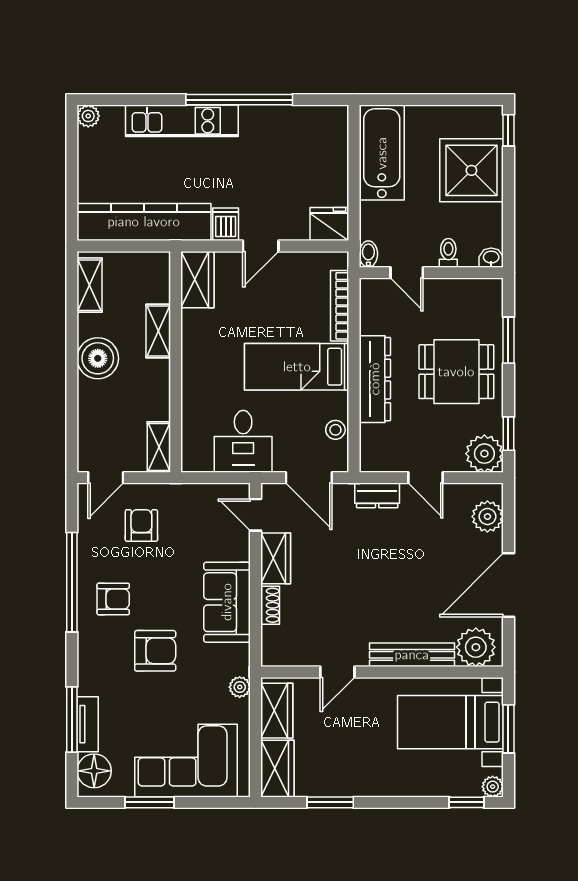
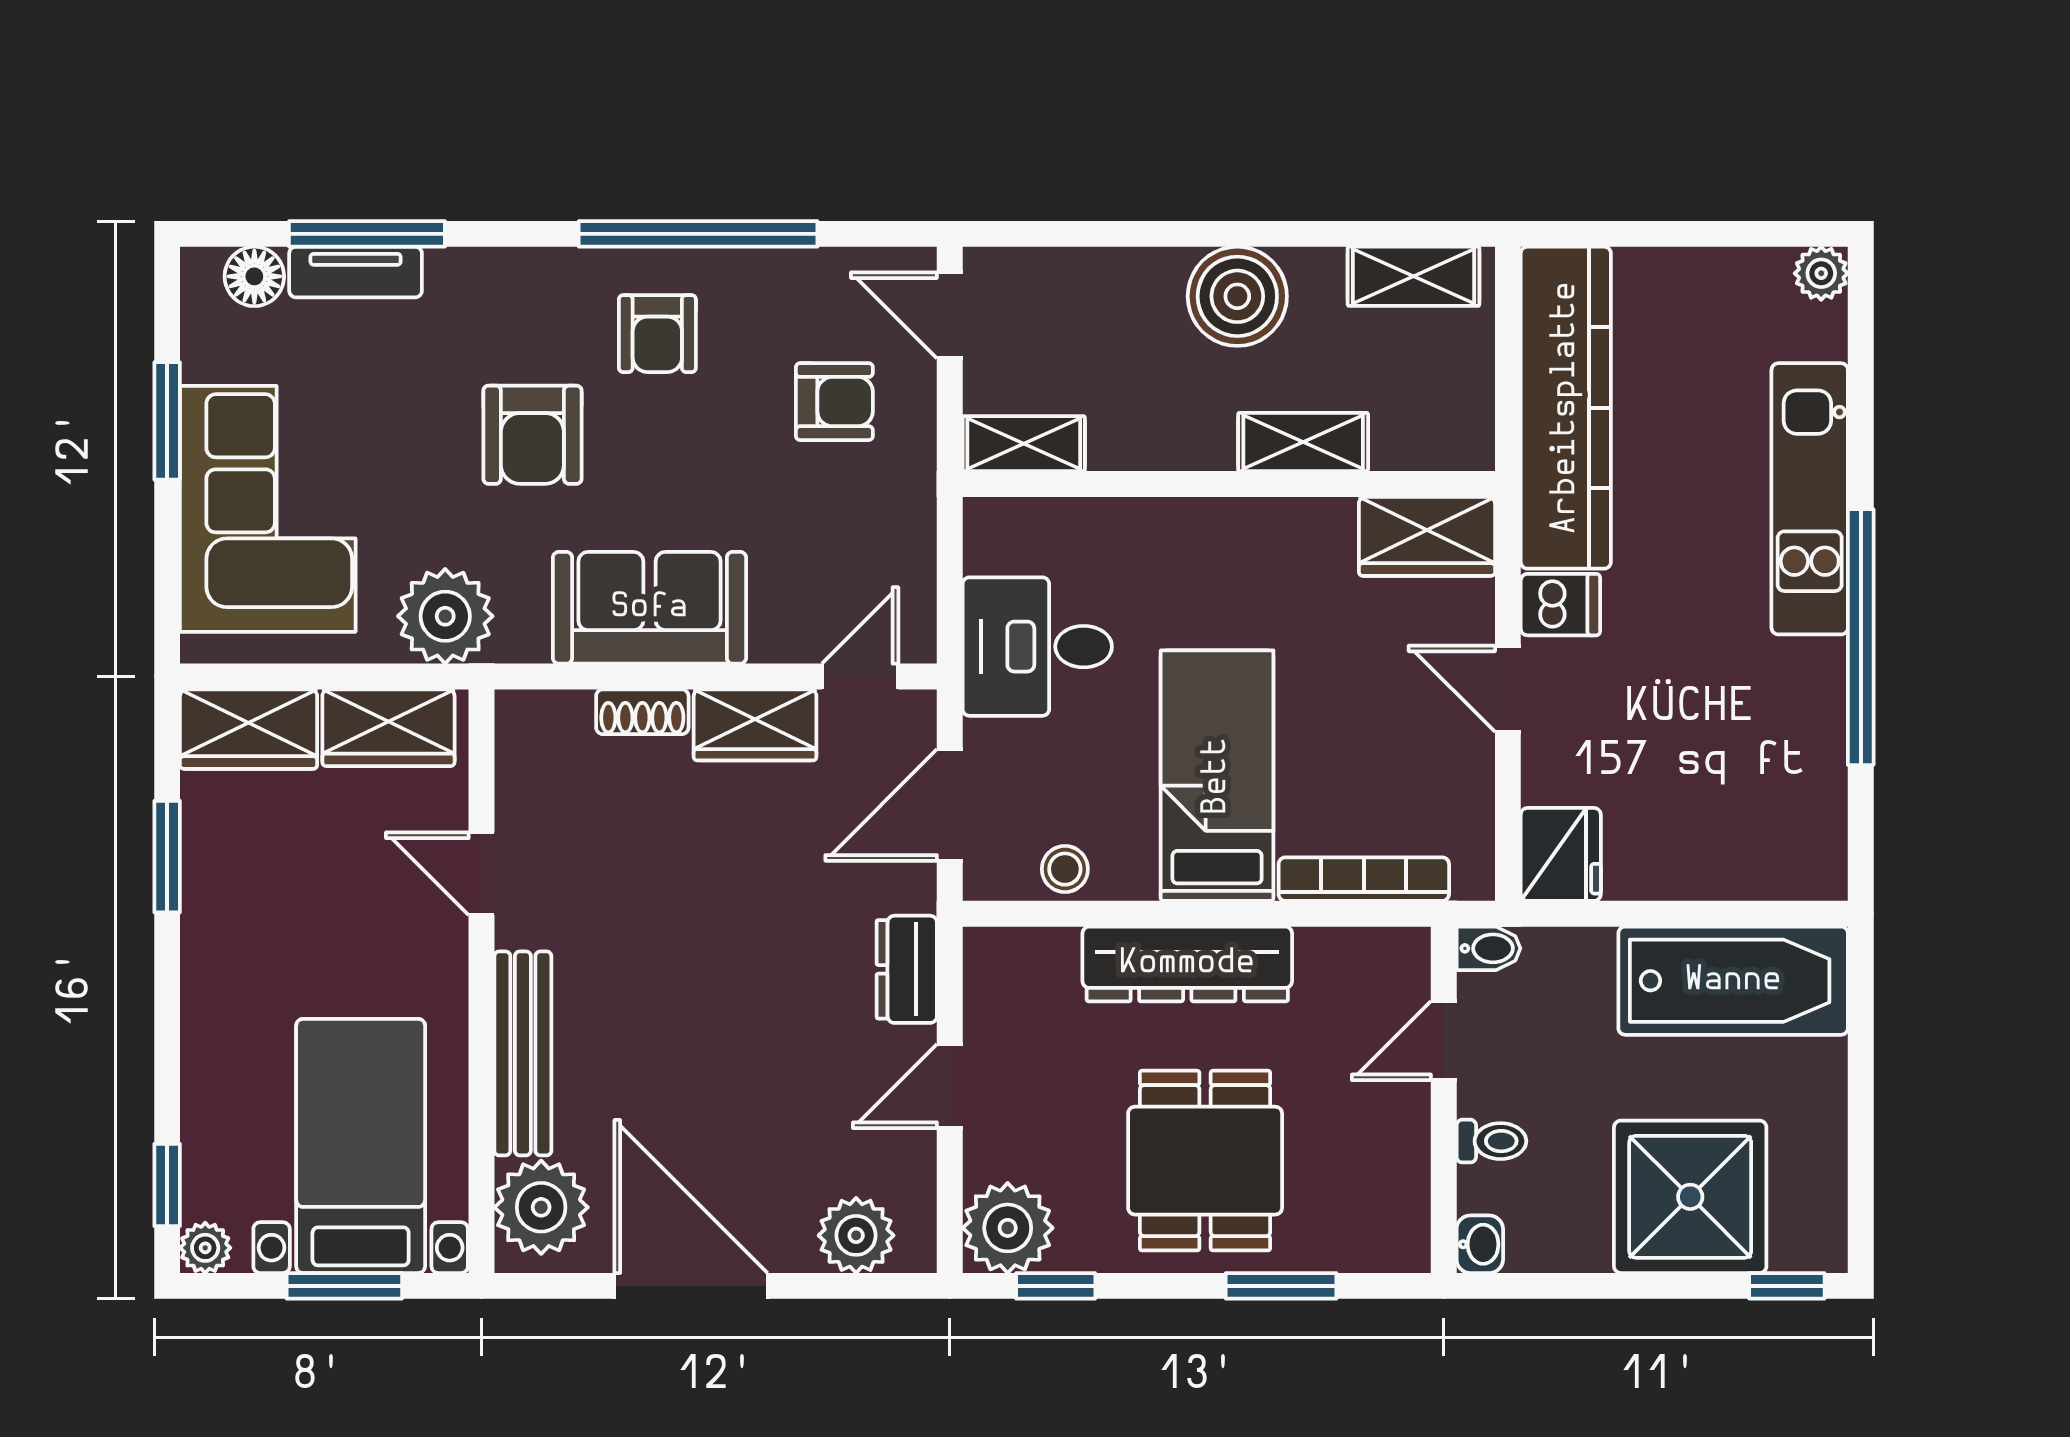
plant: (240, 687) -> (445, 616), width x1.88, depth x1.88
floor lamp: (94, 771) -> (254, 276), width x0.73, depth x0.73

